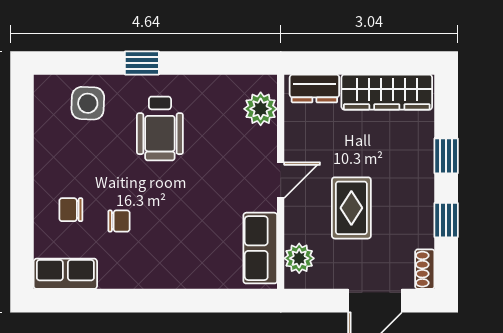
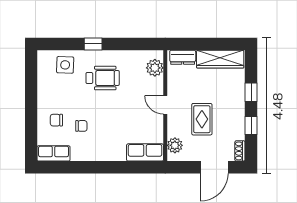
wheelchair: (160, 129) -> (103, 78), turned -90
door: (281, 180) -> (165, 105), swing flipped
row of seats: (260, 248) -> (145, 152), moved, turned 90

